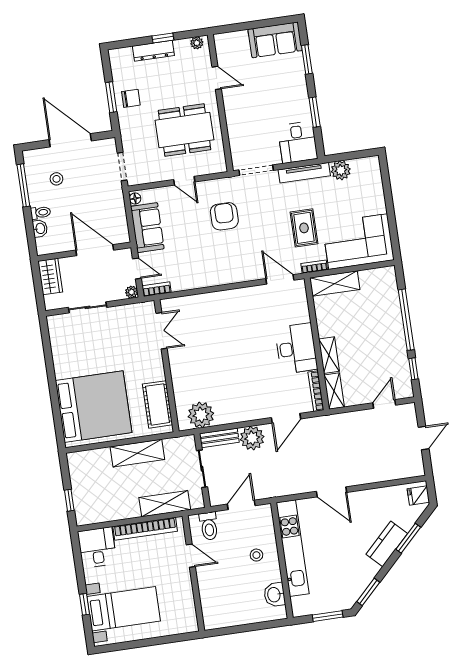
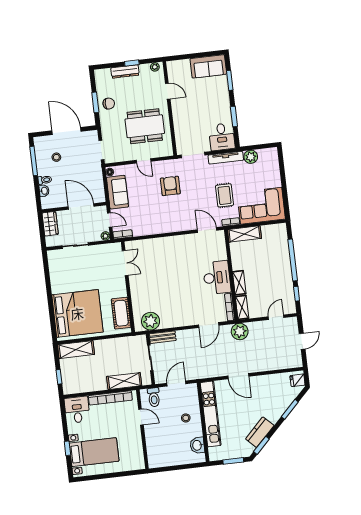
plant: (252, 438) -> (240, 332), moved
shelving: (137, 453) -> (76, 350), moved
kitchen counter: (387, 544) -> (260, 432), moved

